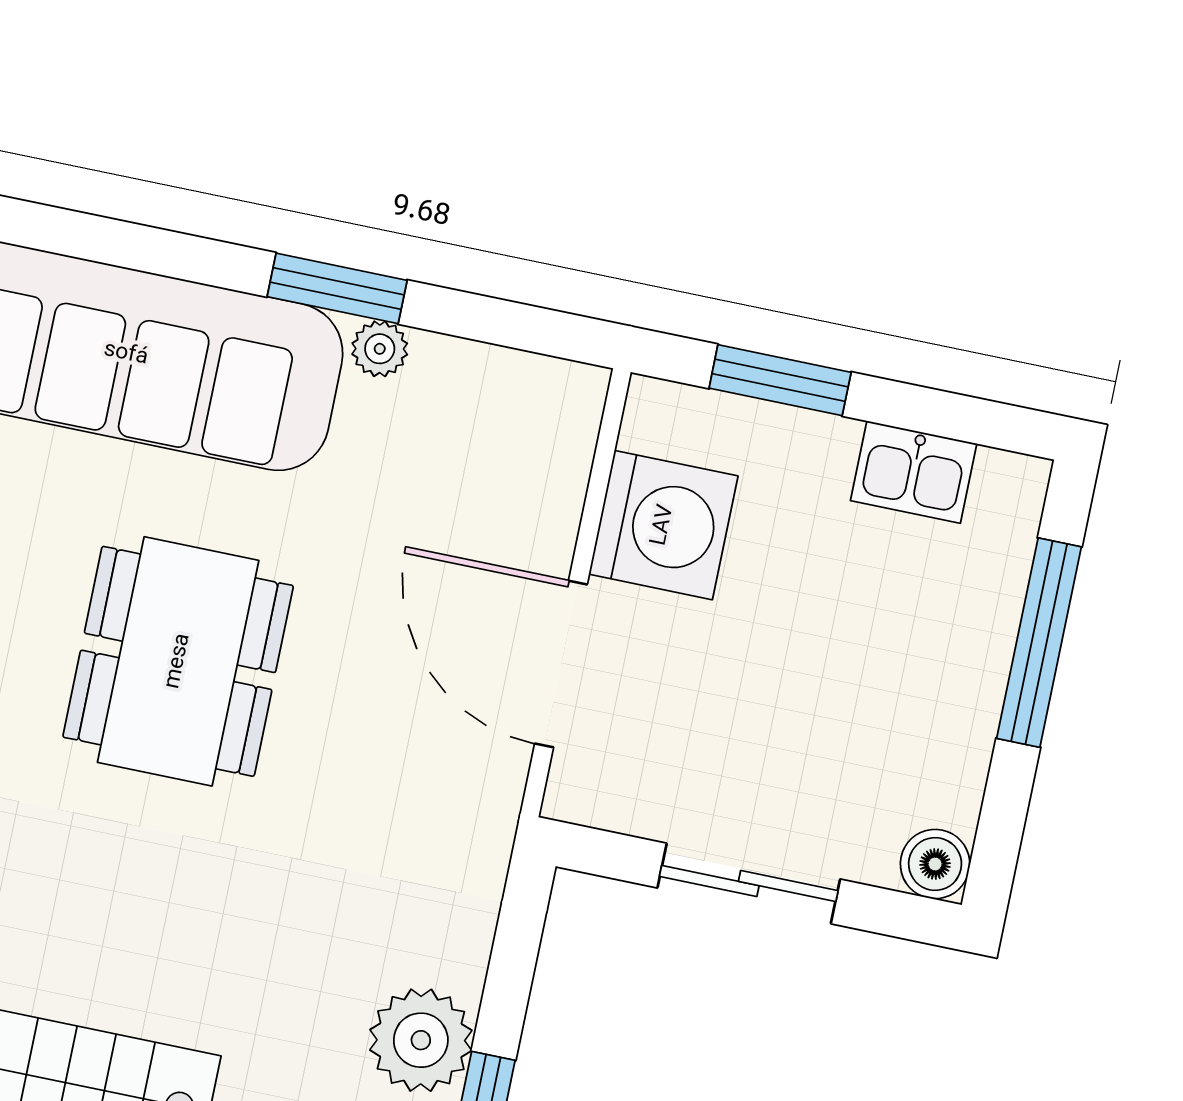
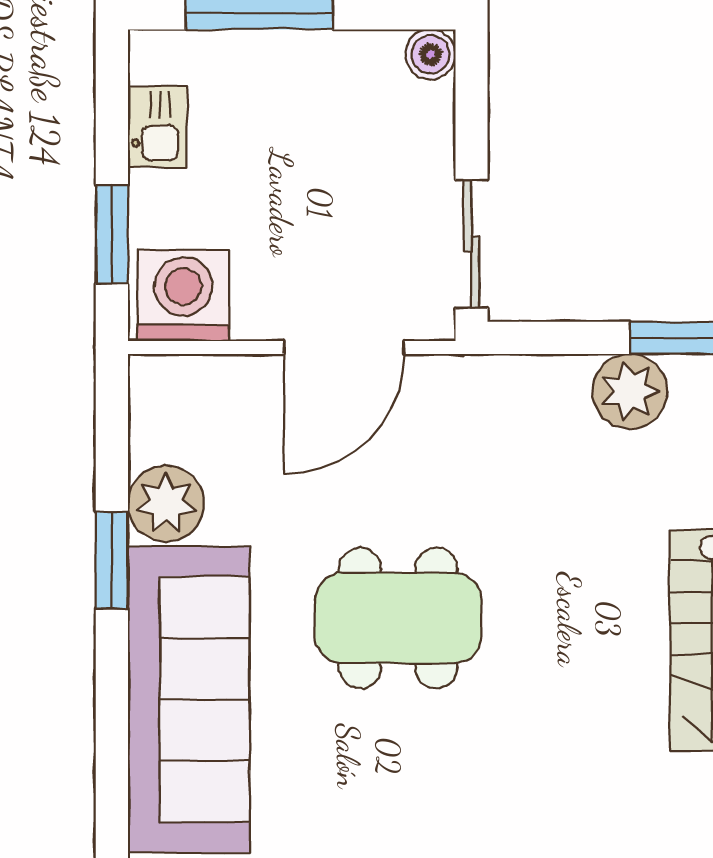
plant: (380, 349) -> (166, 504), width x1.88, depth x1.88
washing machine: (663, 525) -> (183, 296), moved
sliding door: (749, 884) -> (472, 244), moved

